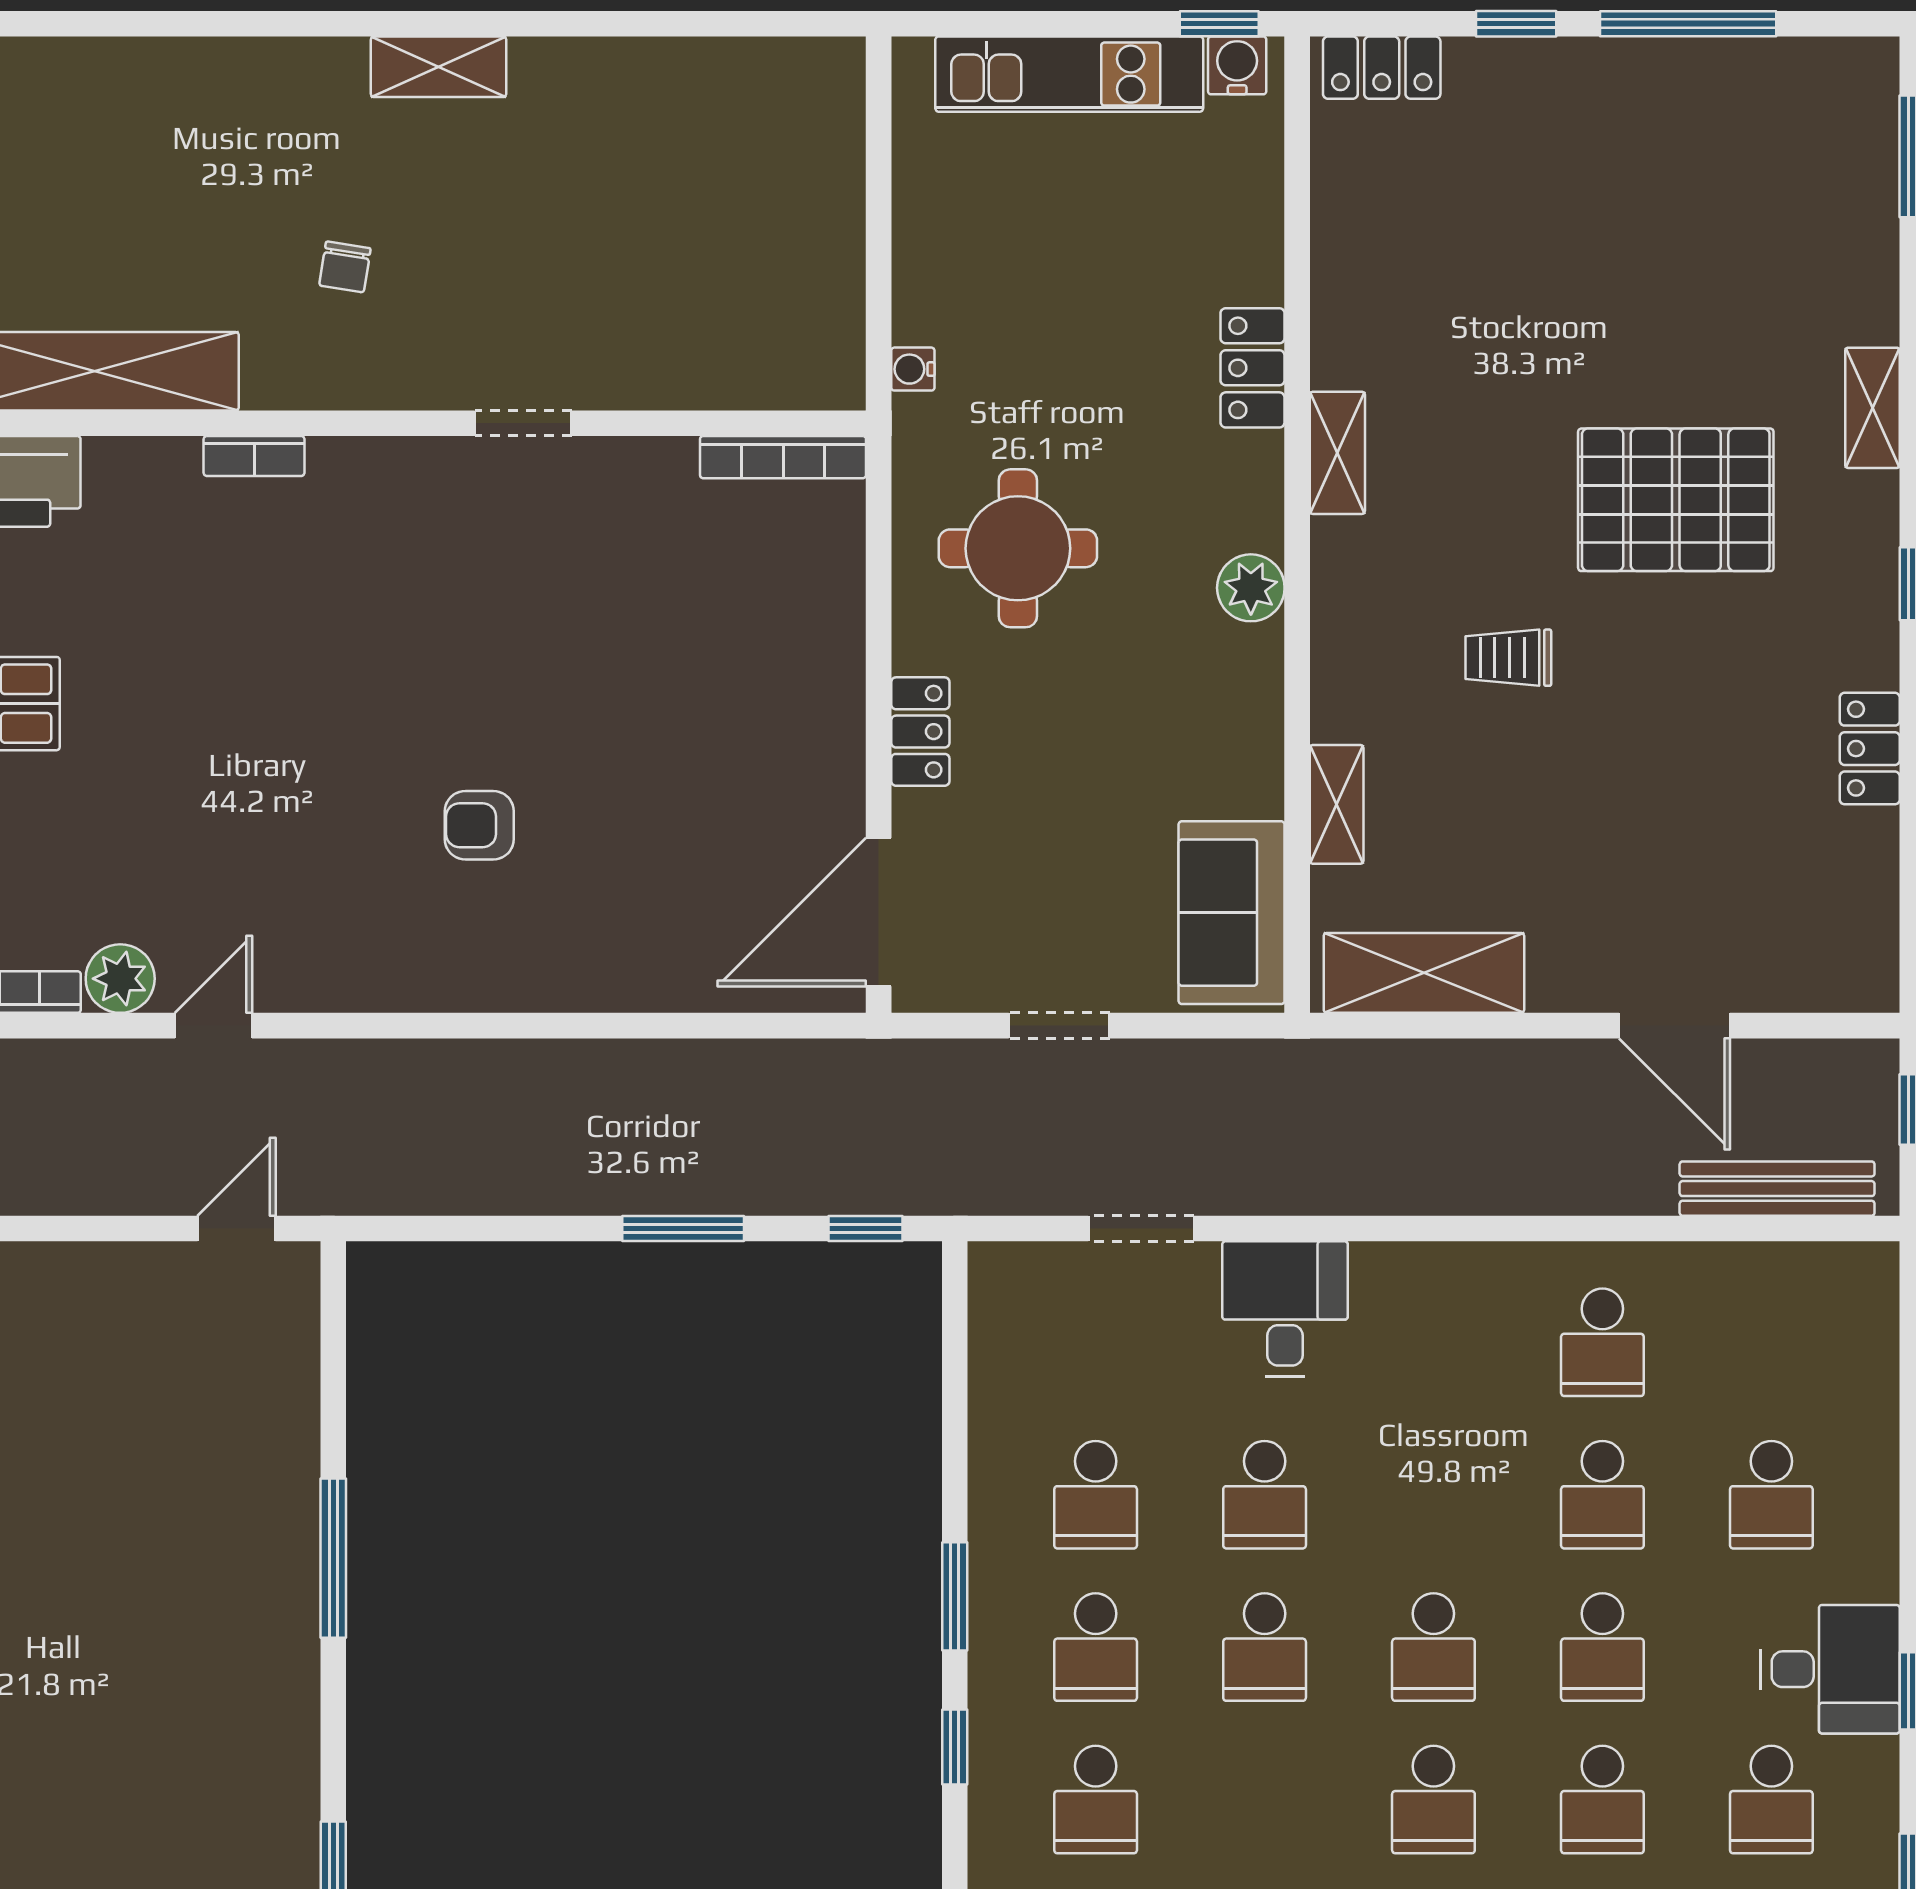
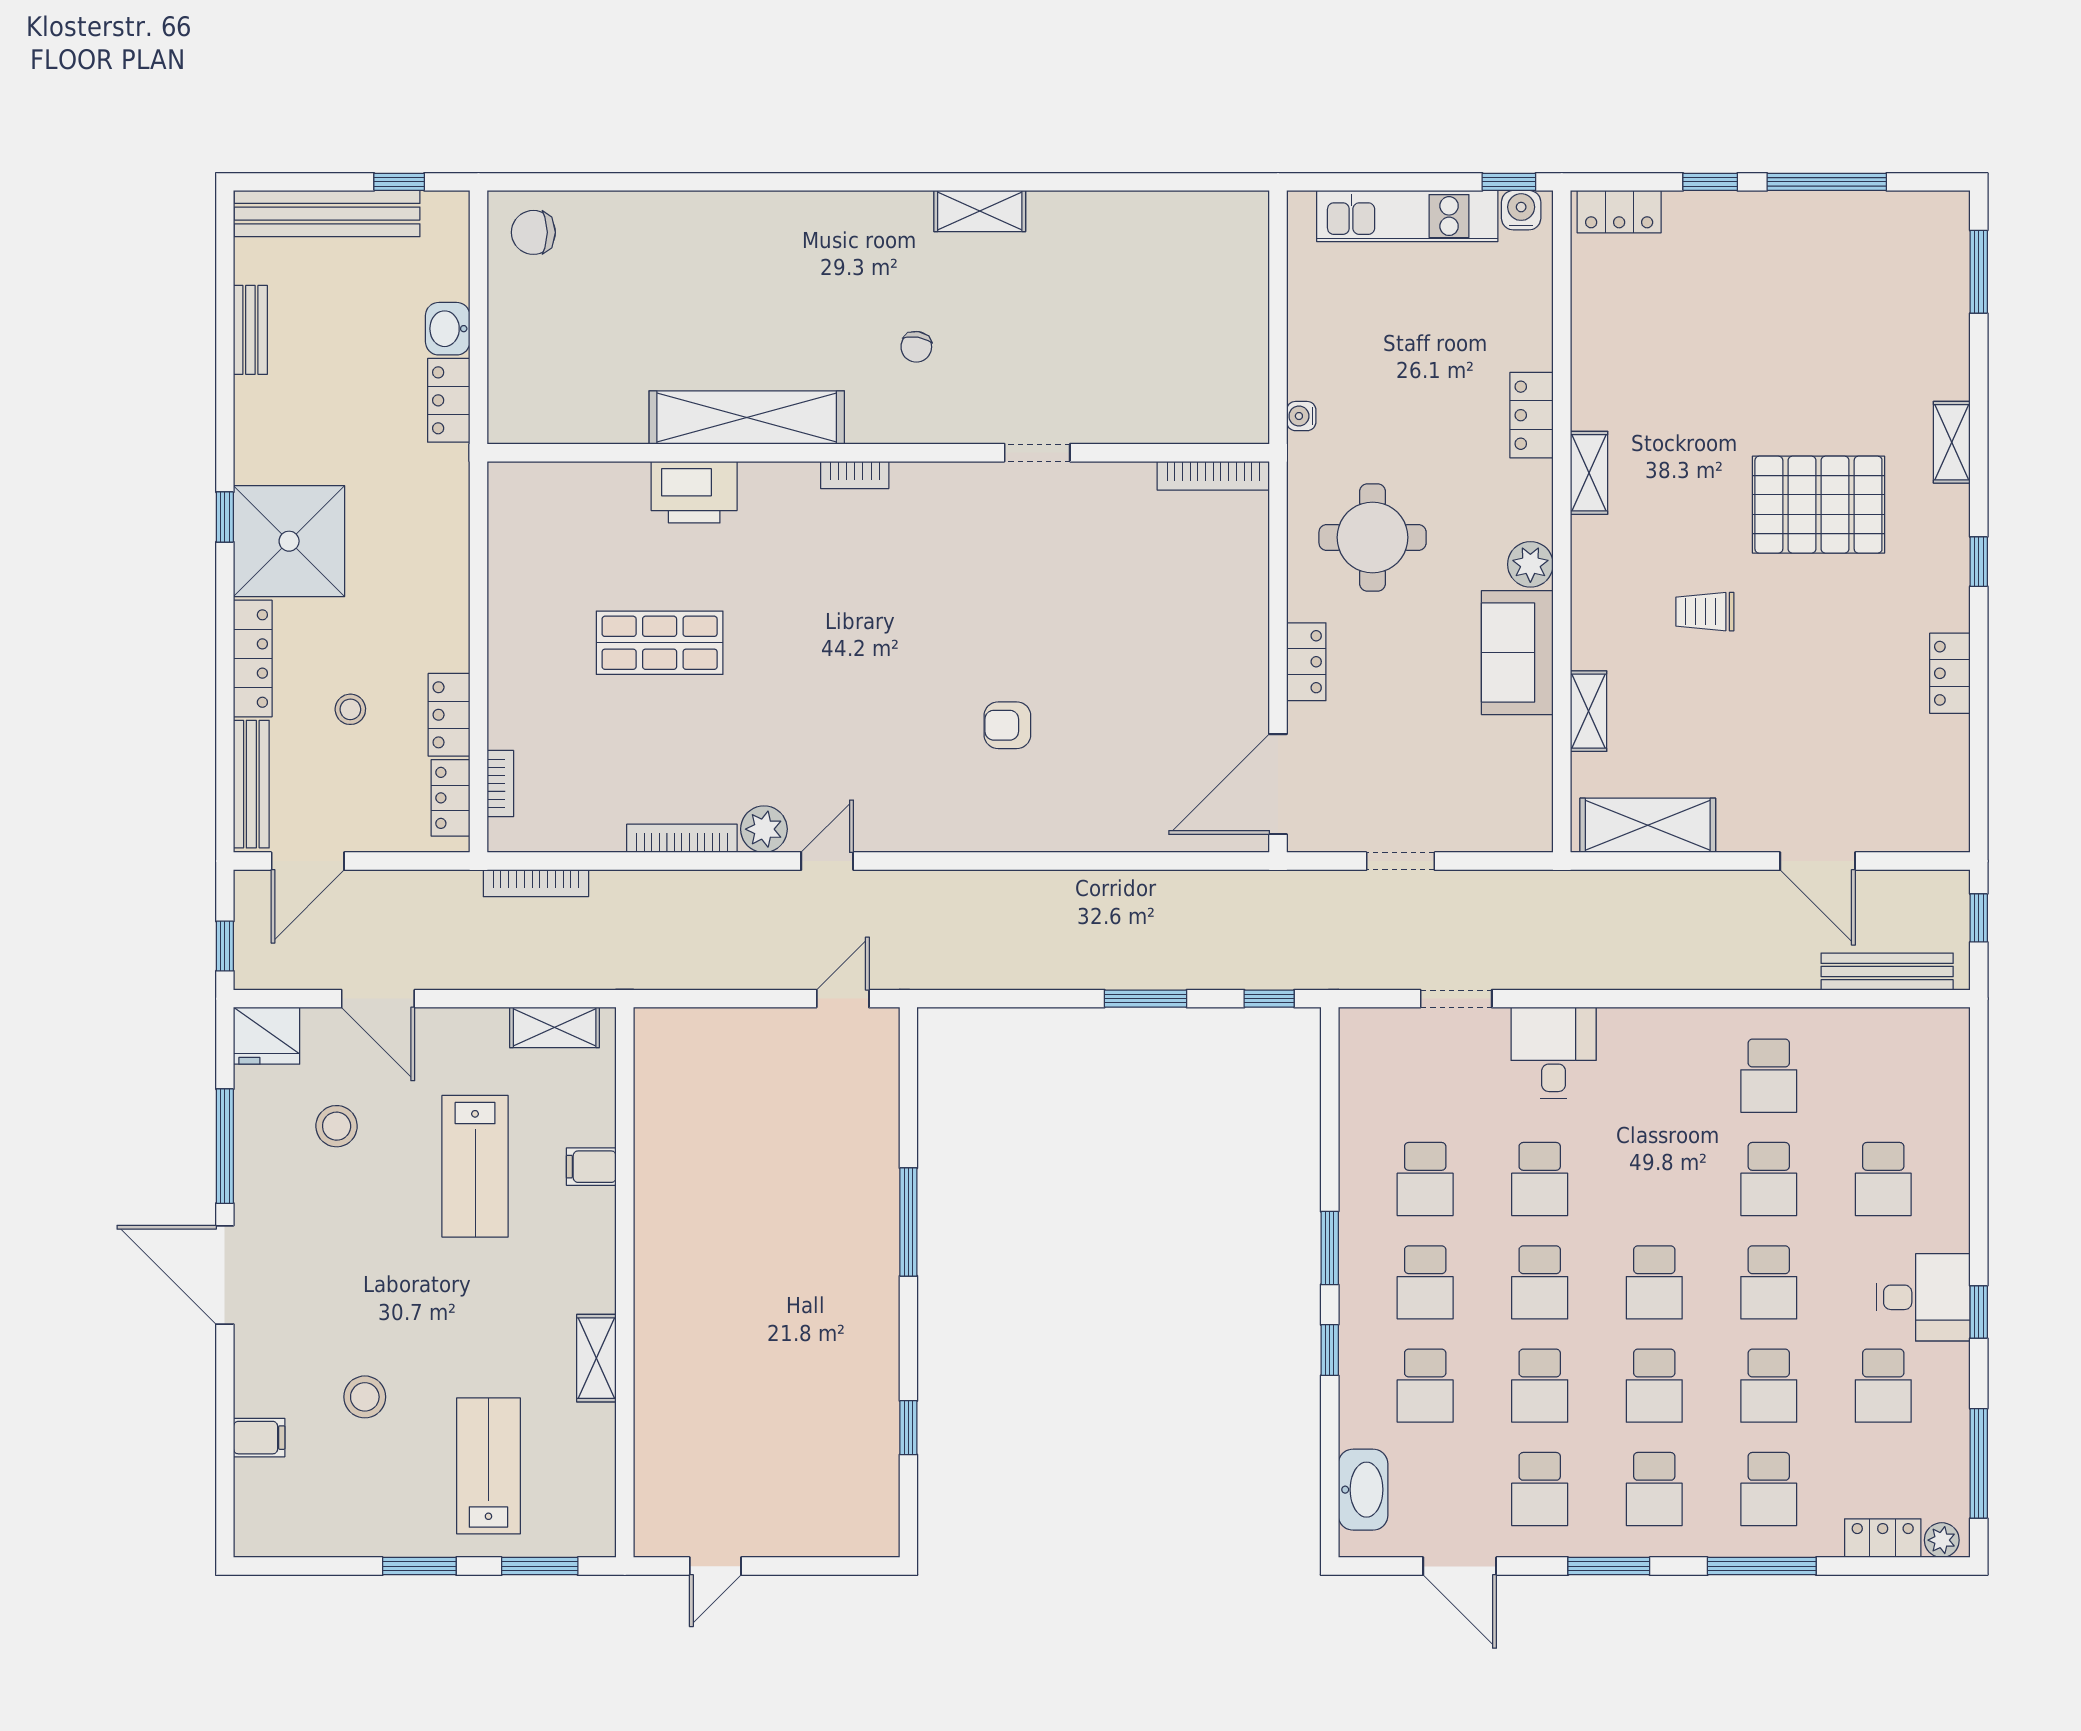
sofa: (1232, 913) -> (1517, 653), moved
school desk: (1265, 1800) -> (1540, 1386), added

